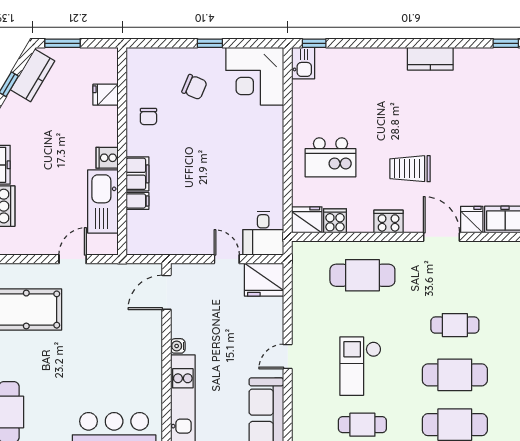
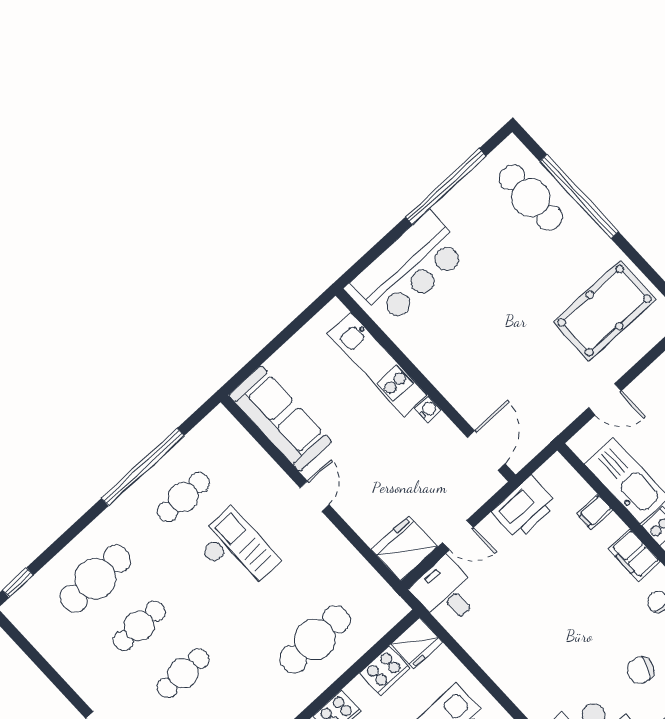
filing cabinet: (137, 174) -> (634, 555), moved
cooker: (335, 221) -> (385, 671), width x1.36
printer: (175, 240) -> (525, 508), added
door: (73, 259) -> (605, 399), hinge flipped
cafe table: (455, 375) -> (139, 626), width x0.73, depth x0.74

